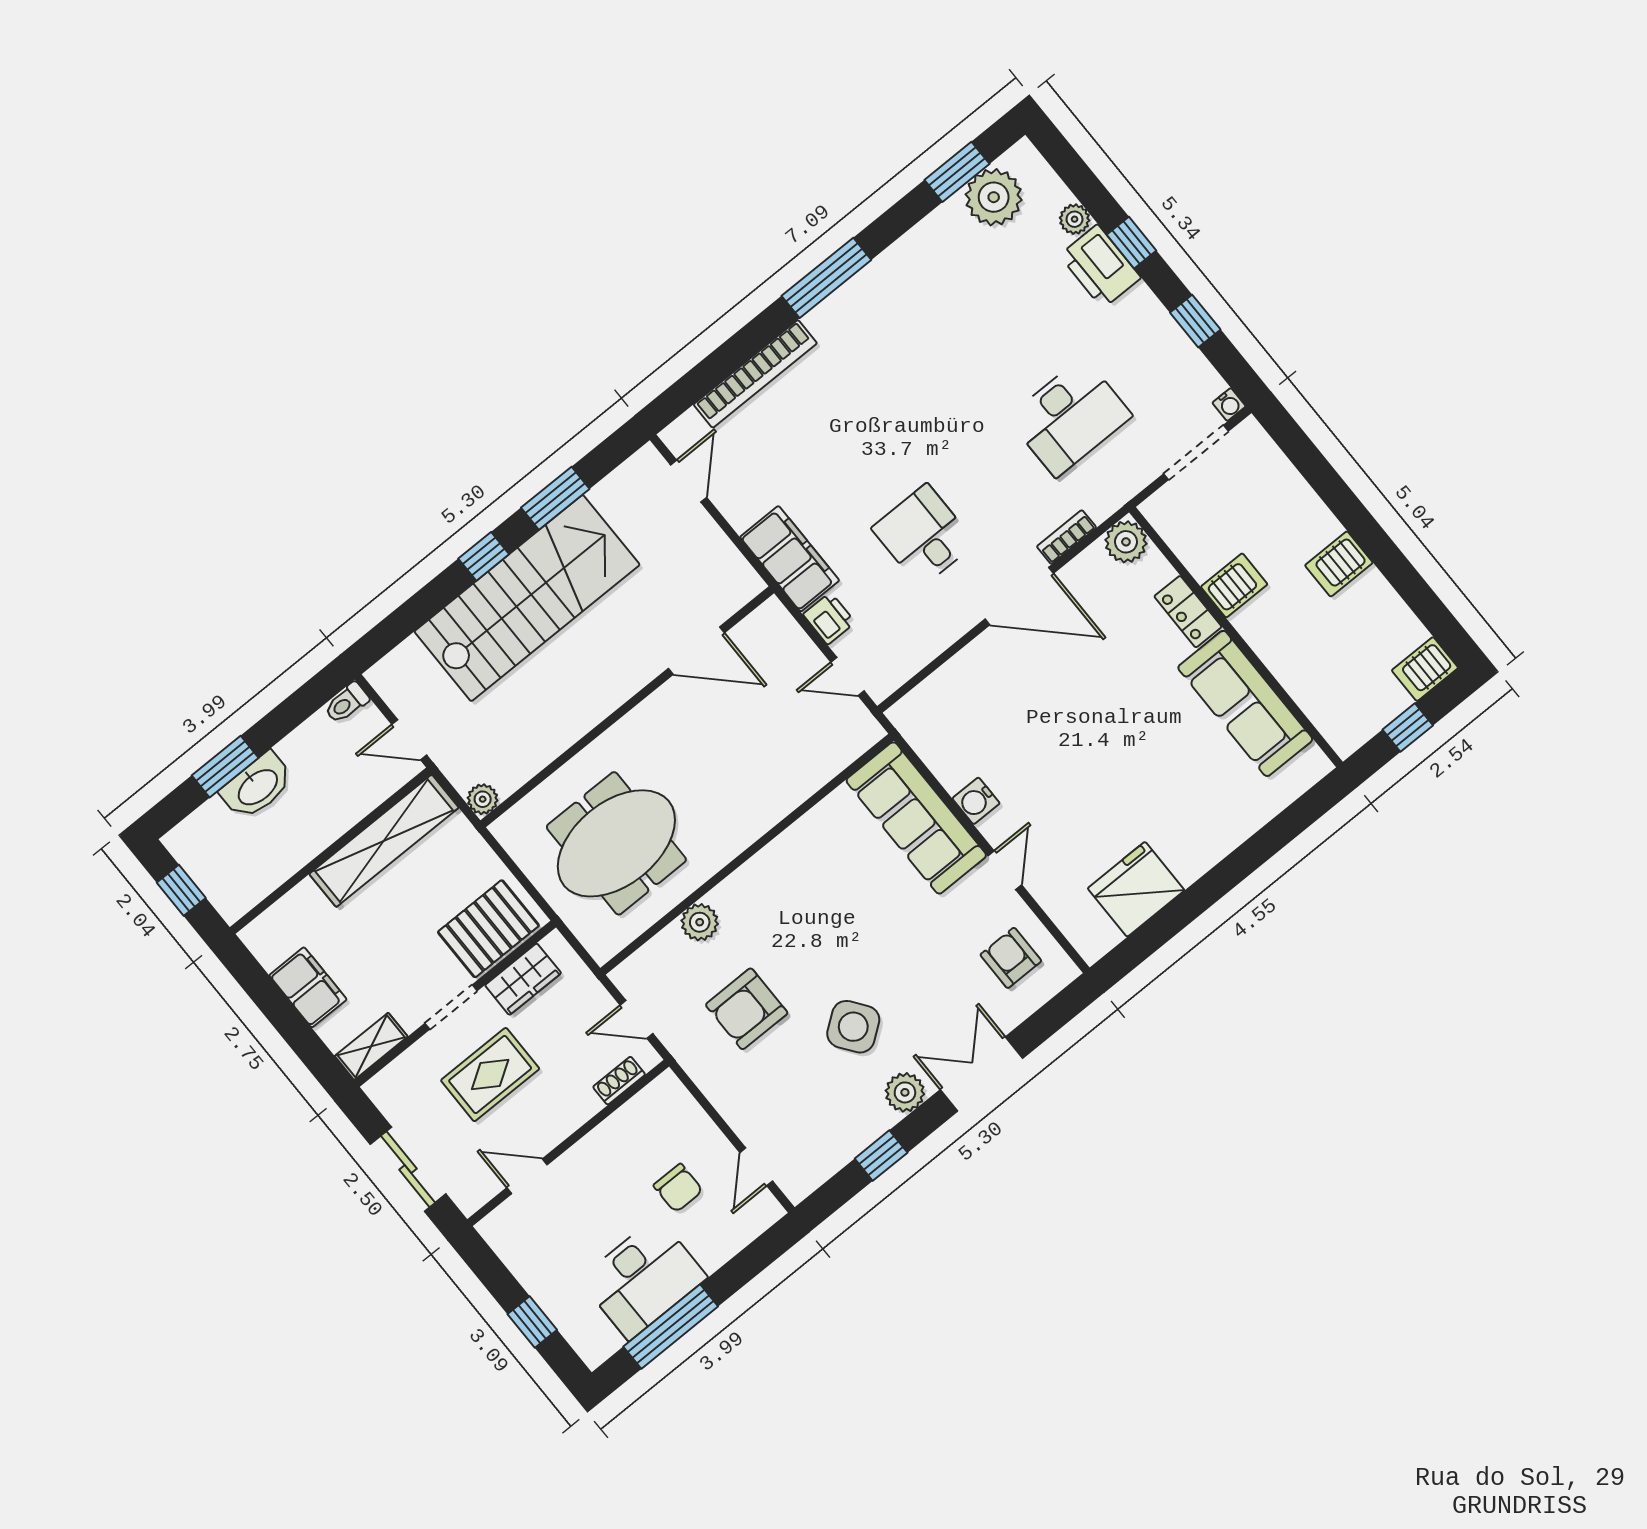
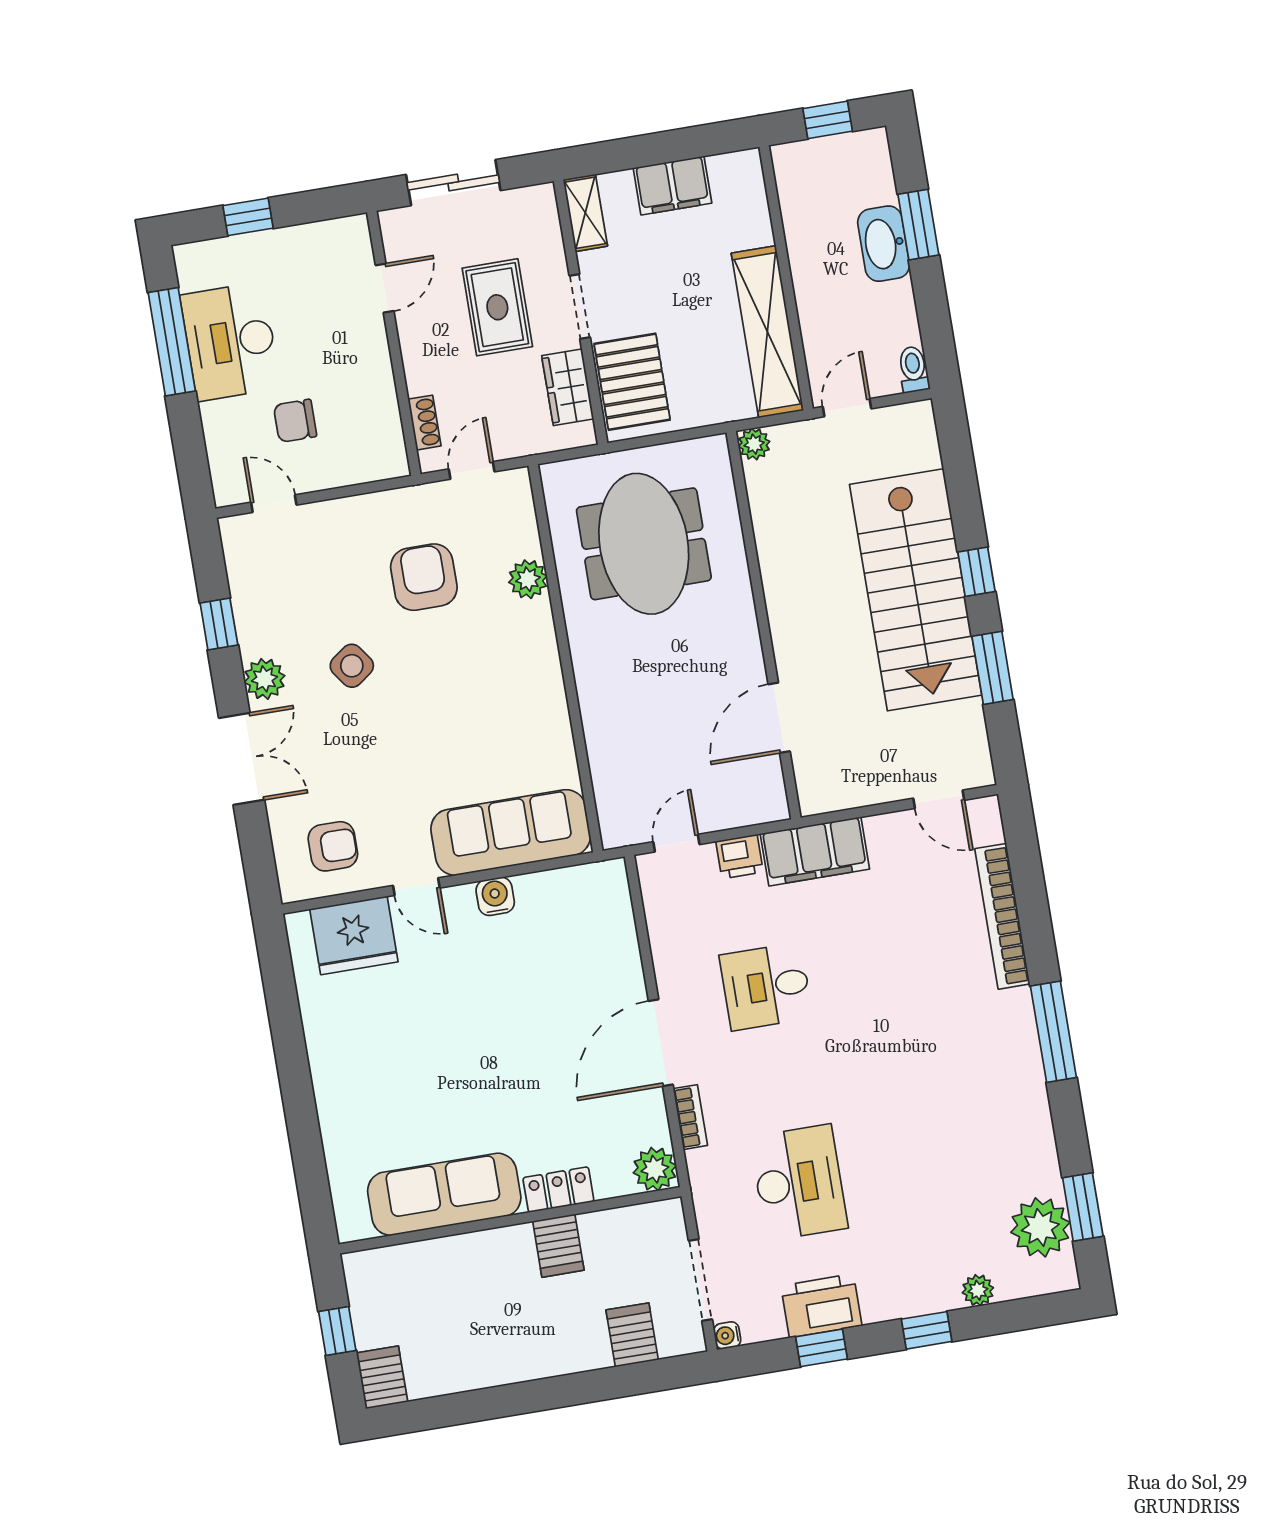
printer: (1100, 266) -> (821, 1306), moved
desk: (1070, 417) -> (799, 1183), turned 180
desk: (924, 536) -> (766, 986), turned 180
server rack: (1339, 564) -> (632, 1335), moved
fridge: (1136, 889) -> (354, 935), moved, turned 90
side table: (853, 1027) -> (352, 666), width x0.73, depth x0.73

